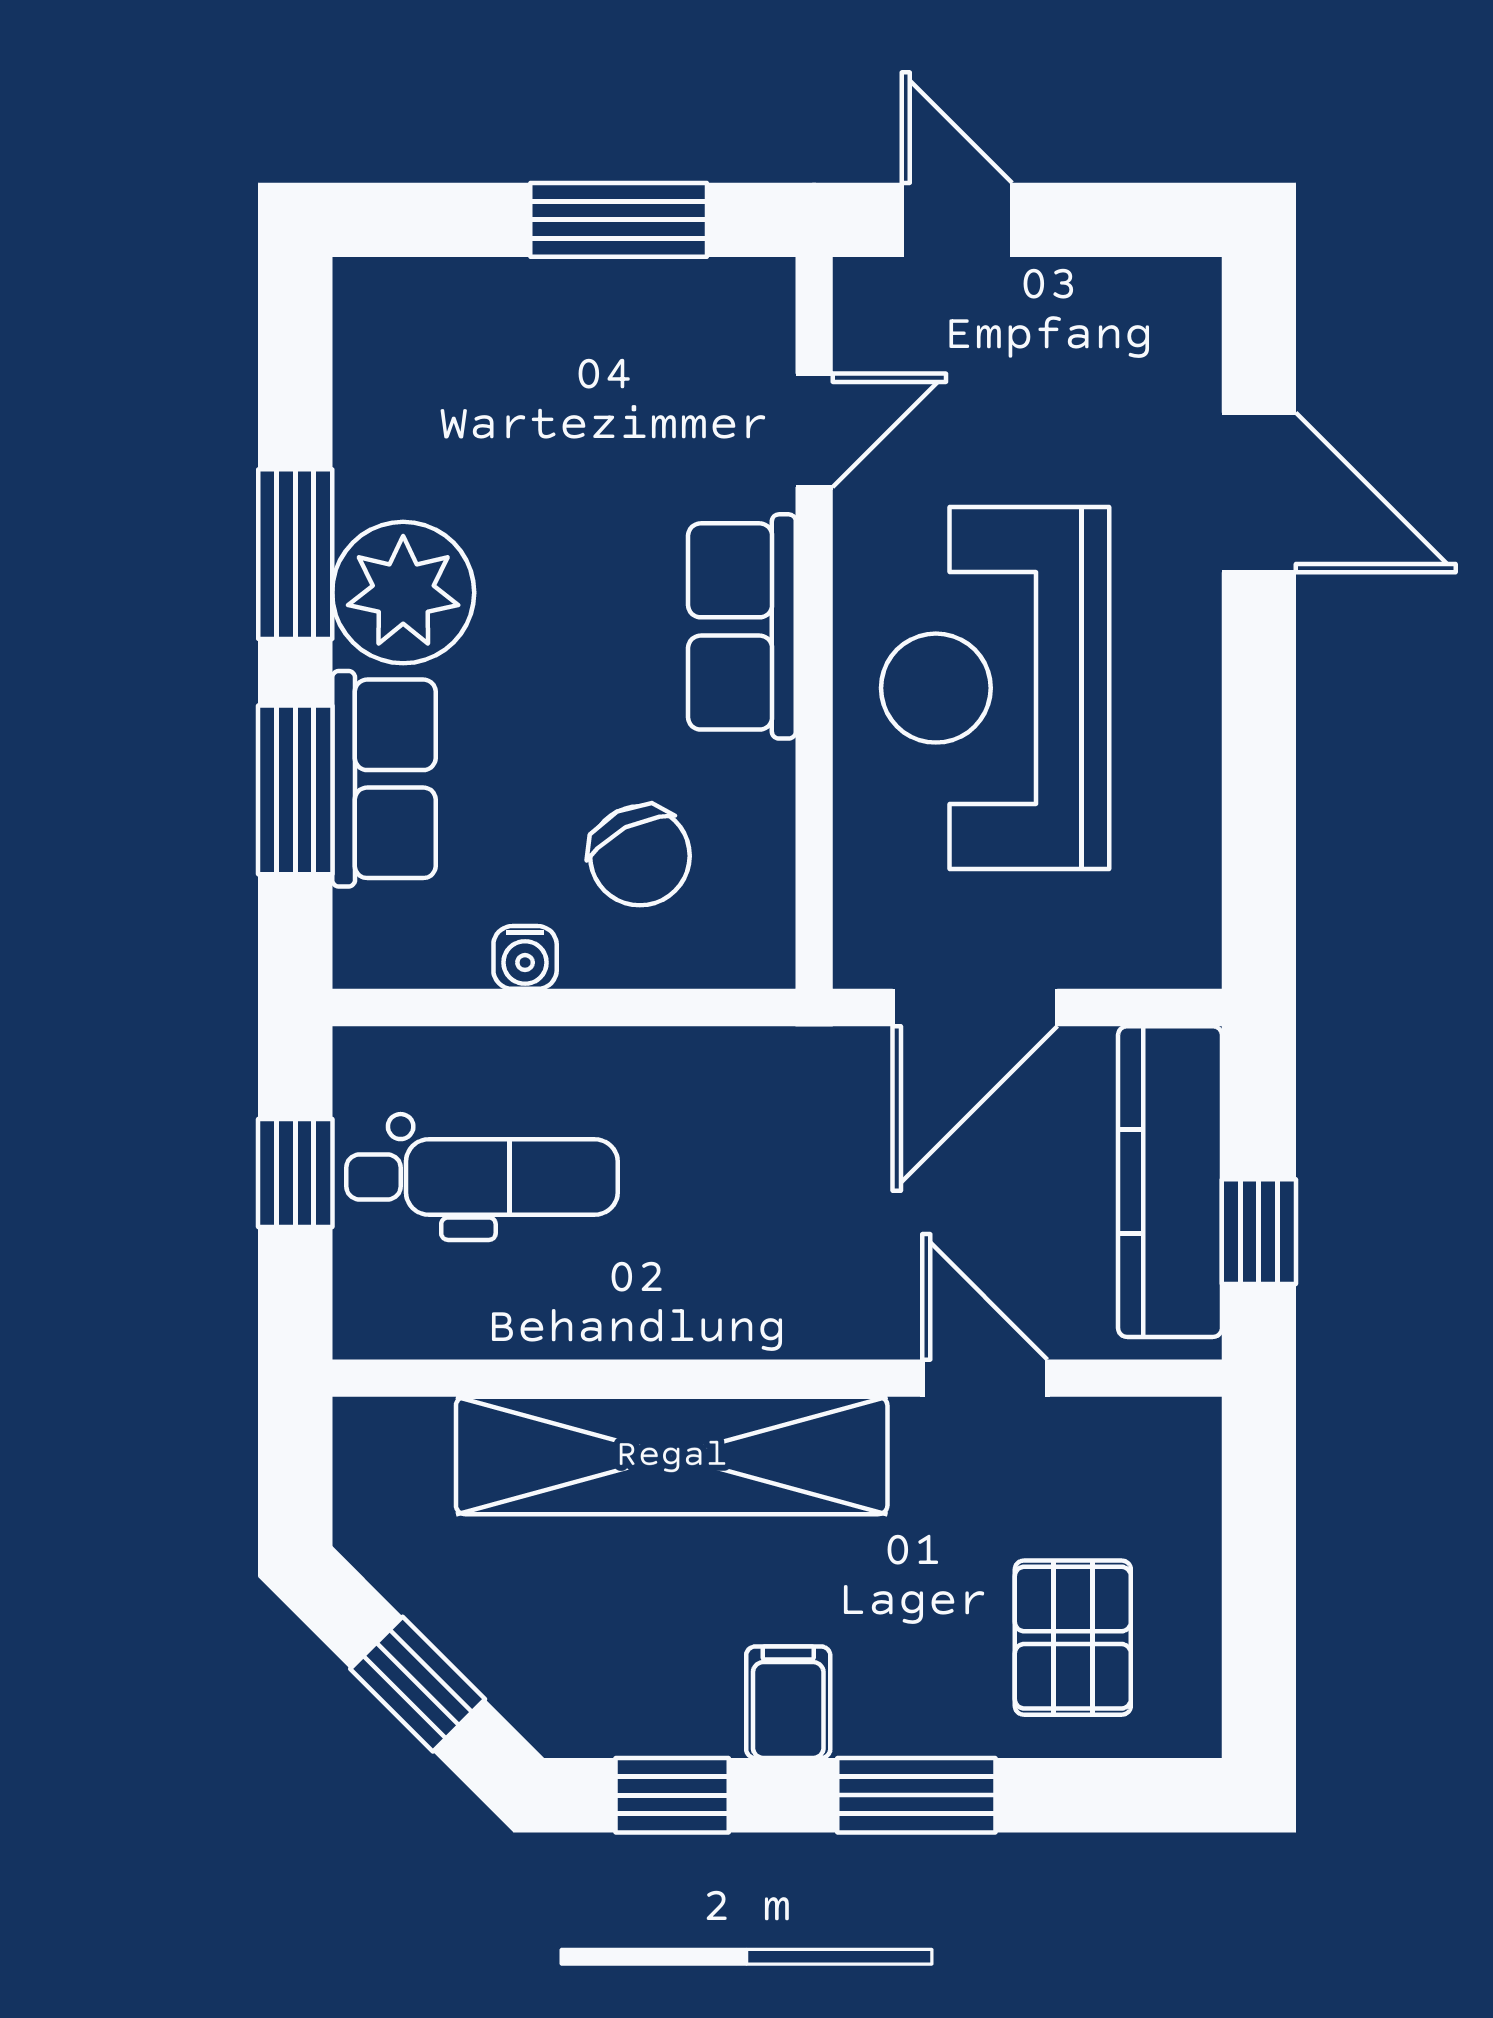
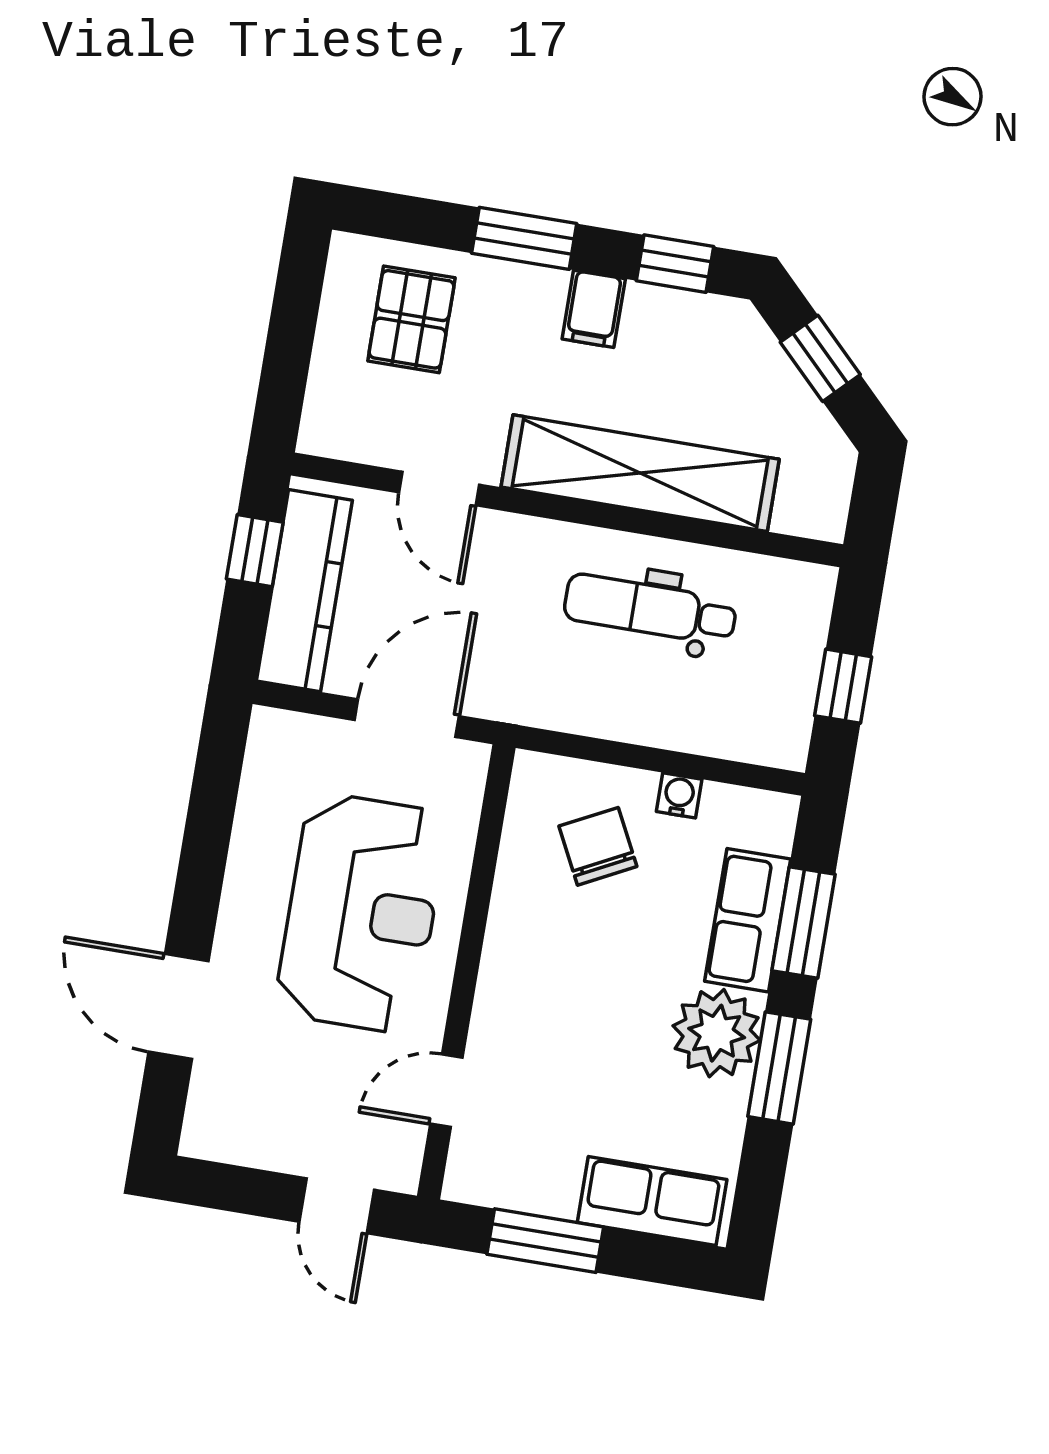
row of seats: (742, 626) -> (652, 1201), moved, turned -90
dental chair: (482, 1177) -> (650, 609), moved

